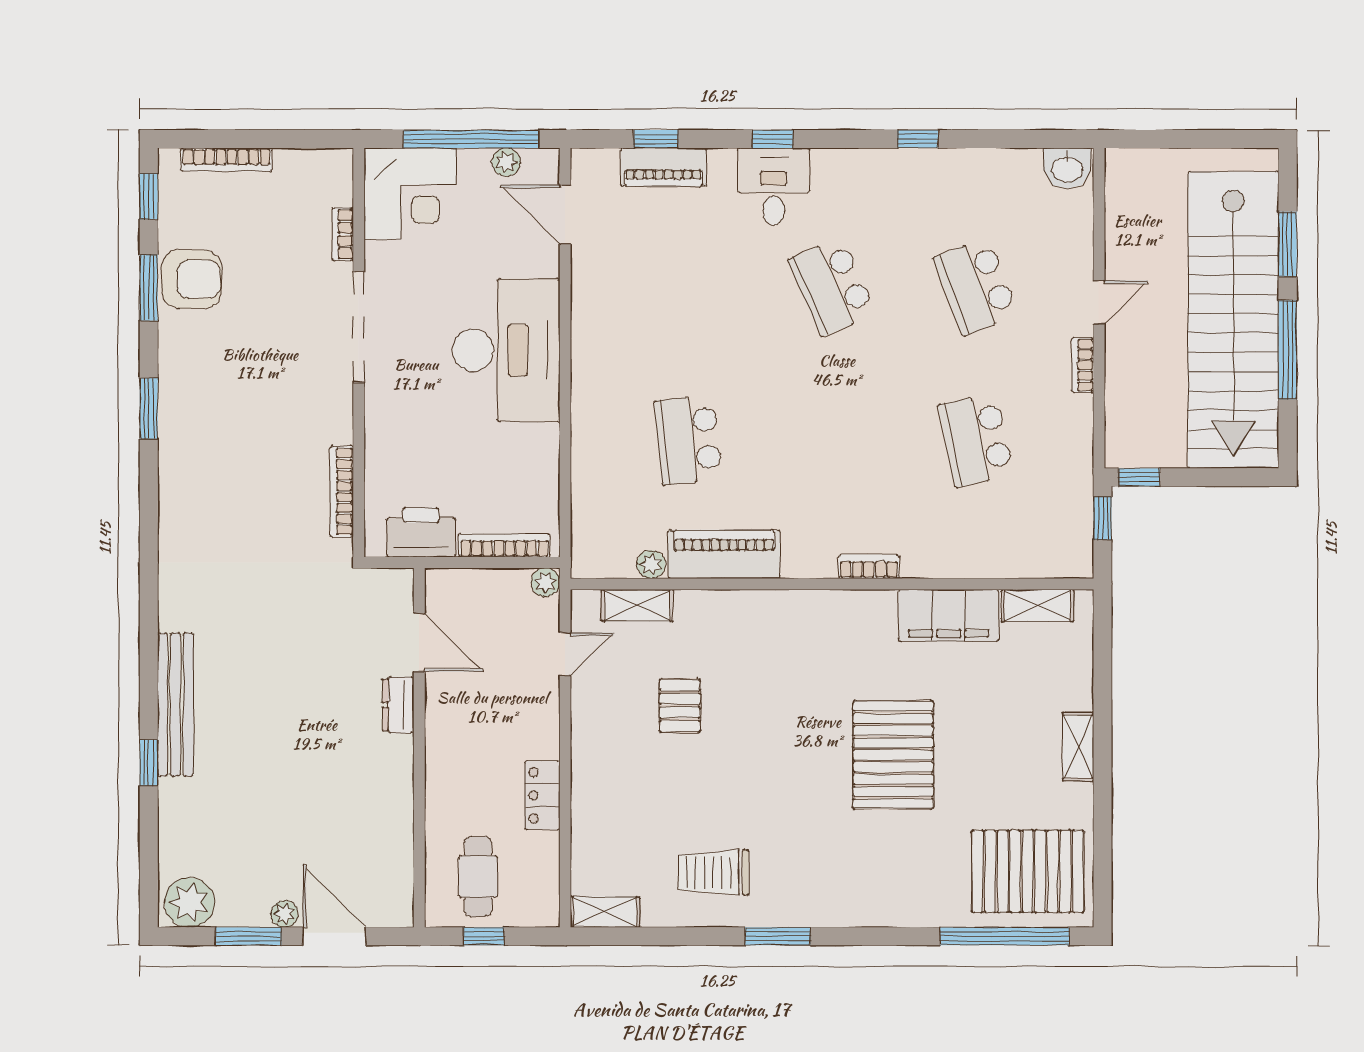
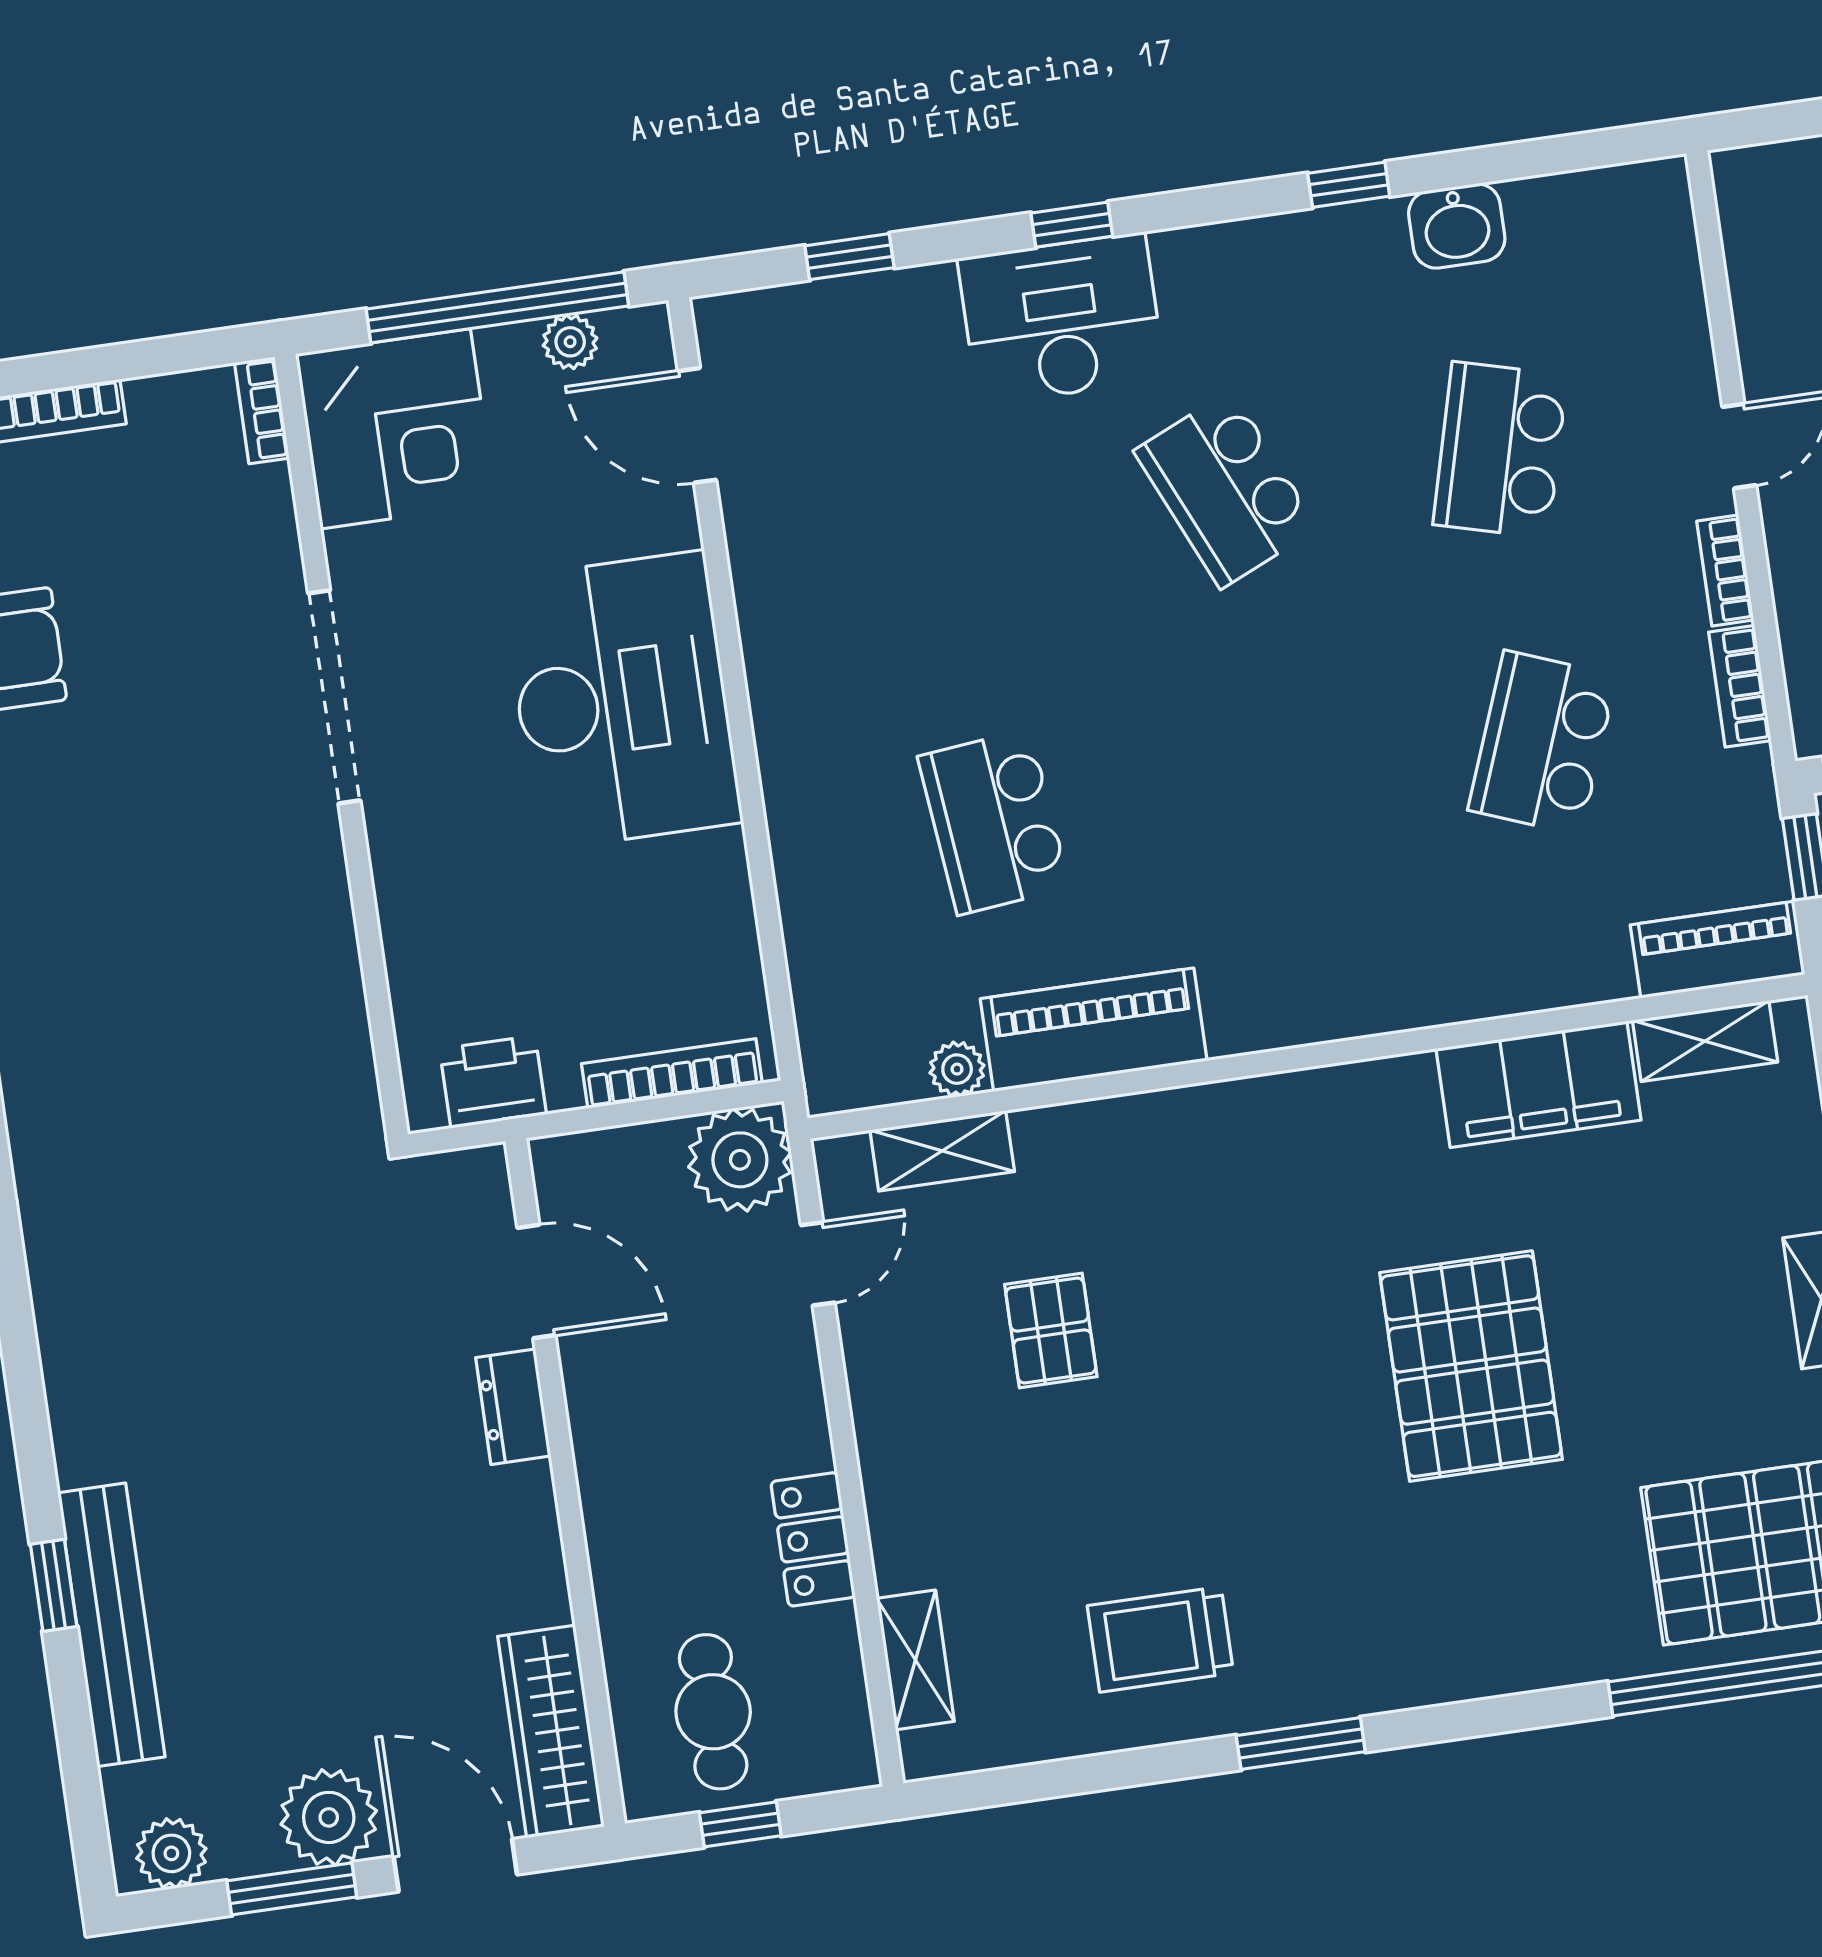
piano: (664, 167) -> (1718, 950), moved, turned 180
washbasin: (1067, 168) -> (1457, 226), moved
desk: (774, 187) -> (1061, 319), width x1.37
bookcase: (343, 234) -> (262, 410), moved
school desk: (976, 286) -> (1500, 450), turned 36
school desk: (976, 440) -> (1542, 743), turned 33
bookcase: (342, 492) -> (347, 1015), removed
printer: (421, 532) -> (493, 1082), width x0.73, depth x0.84
bookcase: (869, 567) -> (1740, 686), moved, turned -90
plant: (545, 582) -> (740, 1160), width x1.88, depth x1.88
bench: (175, 705) -> (111, 1625), moved
wardrobe: (393, 875) -> (551, 1731), added
plant: (189, 902) -> (171, 1853), width x0.73, depth x0.73
shelving: (605, 912) -> (915, 1660), moved, turned 90
plant: (285, 914) -> (329, 1817), width x1.88, depth x1.88

